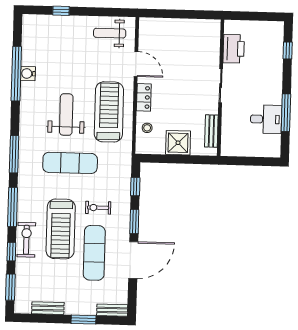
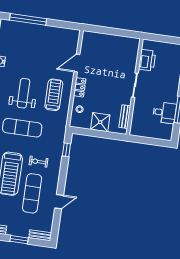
window: (61, 11) -> (28, 19), width x3.17
weight bench: (110, 33) -> (61, 39), removed
door: (136, 64) -> (77, 63), swing flipped
treadmill: (109, 112) -> (54, 95), width x0.73, depth x0.73
window: (134, 221) -> (63, 174), removed
door: (133, 260) -> (59, 202), width x0.53

